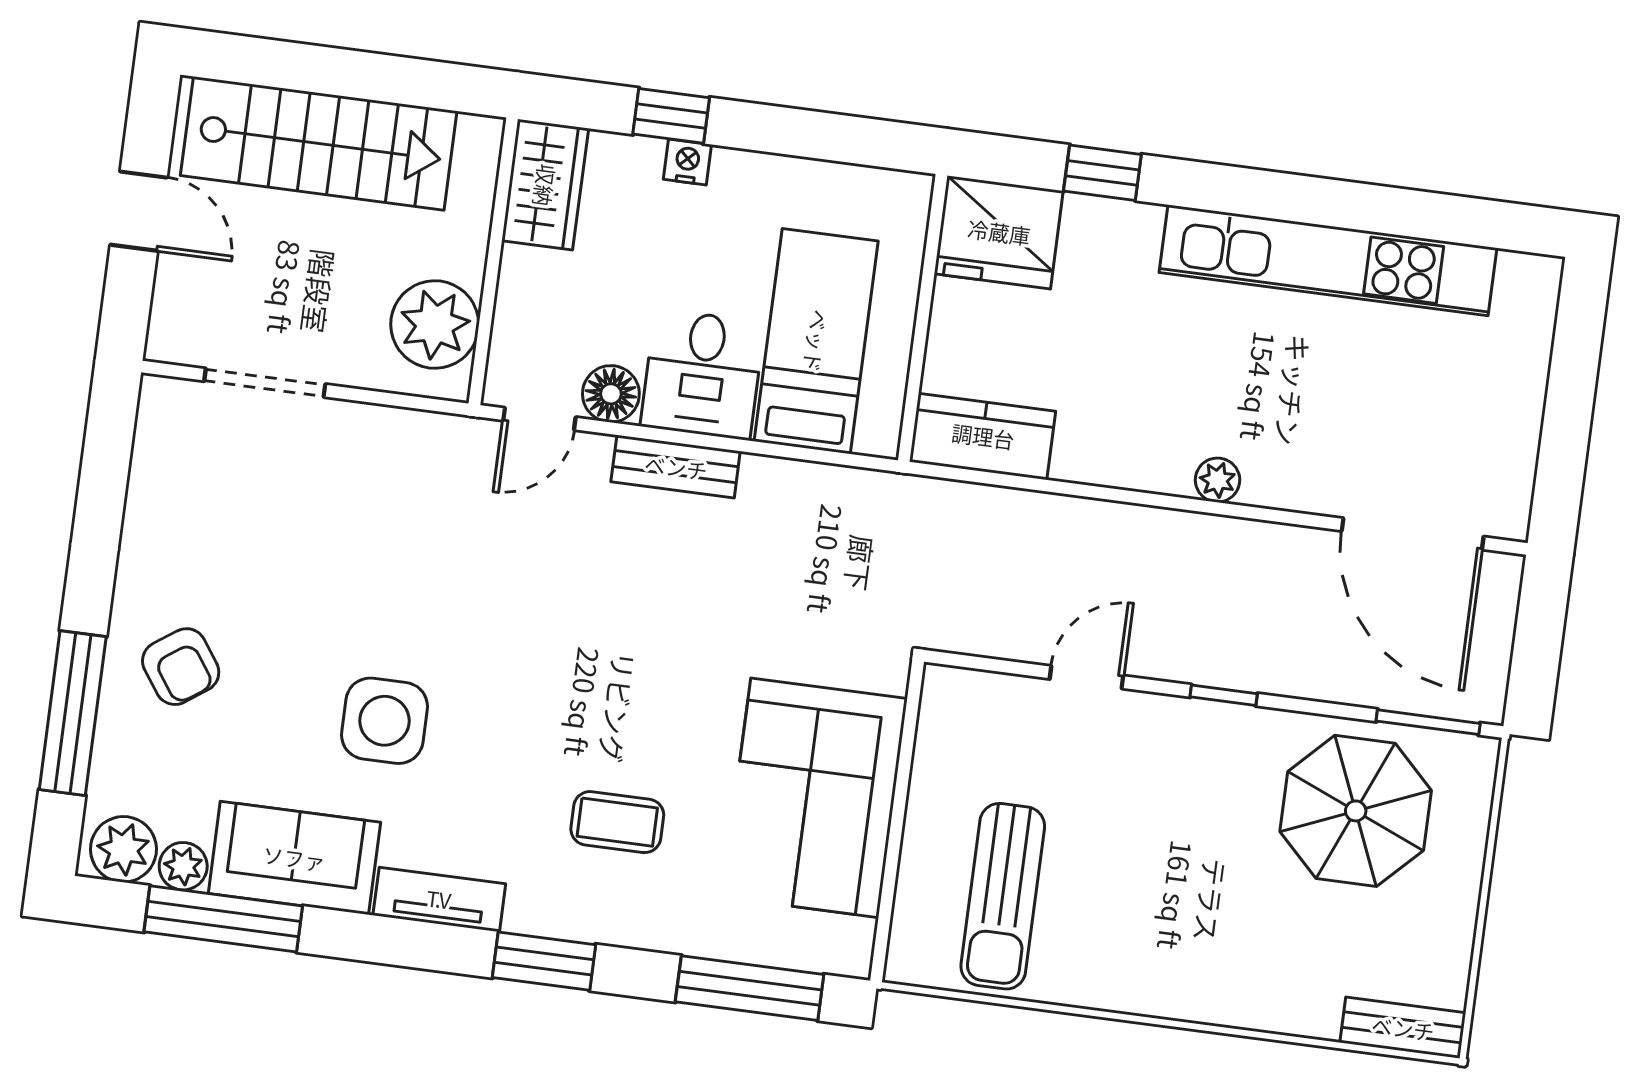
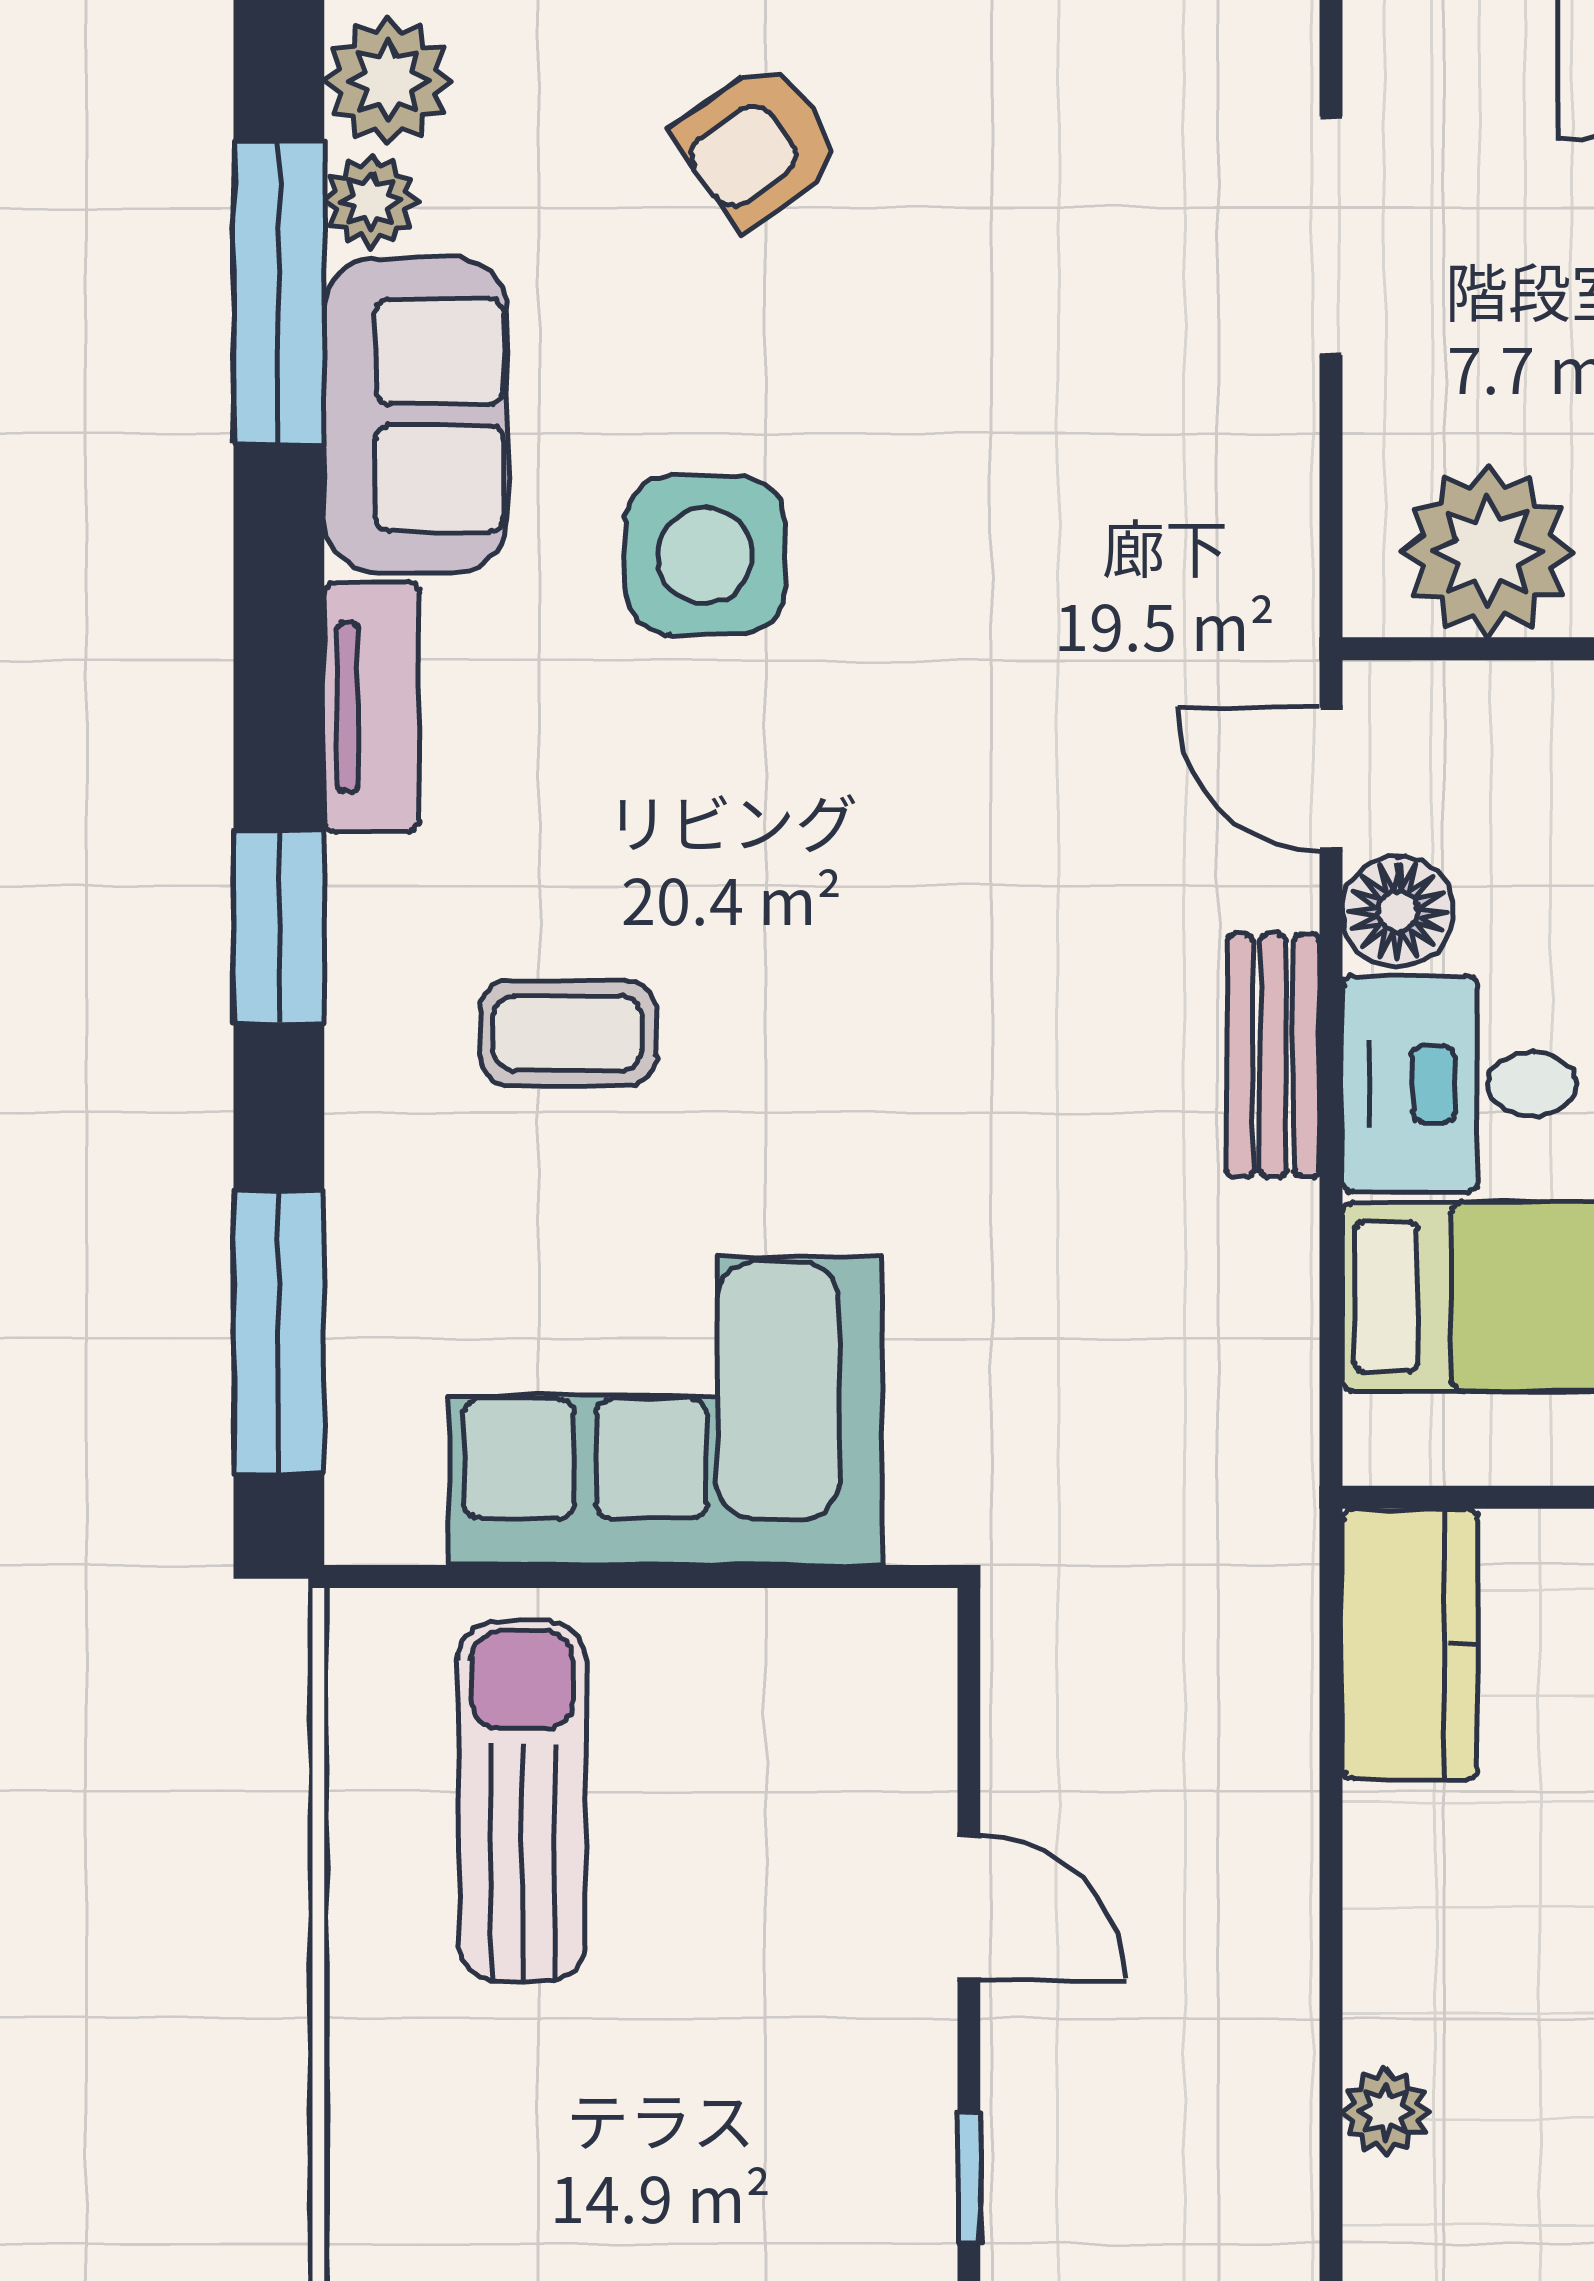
coffee table: (617, 822) -> (568, 1033), turned 90
sun lounger: (1003, 896) -> (522, 1801), turned 90

